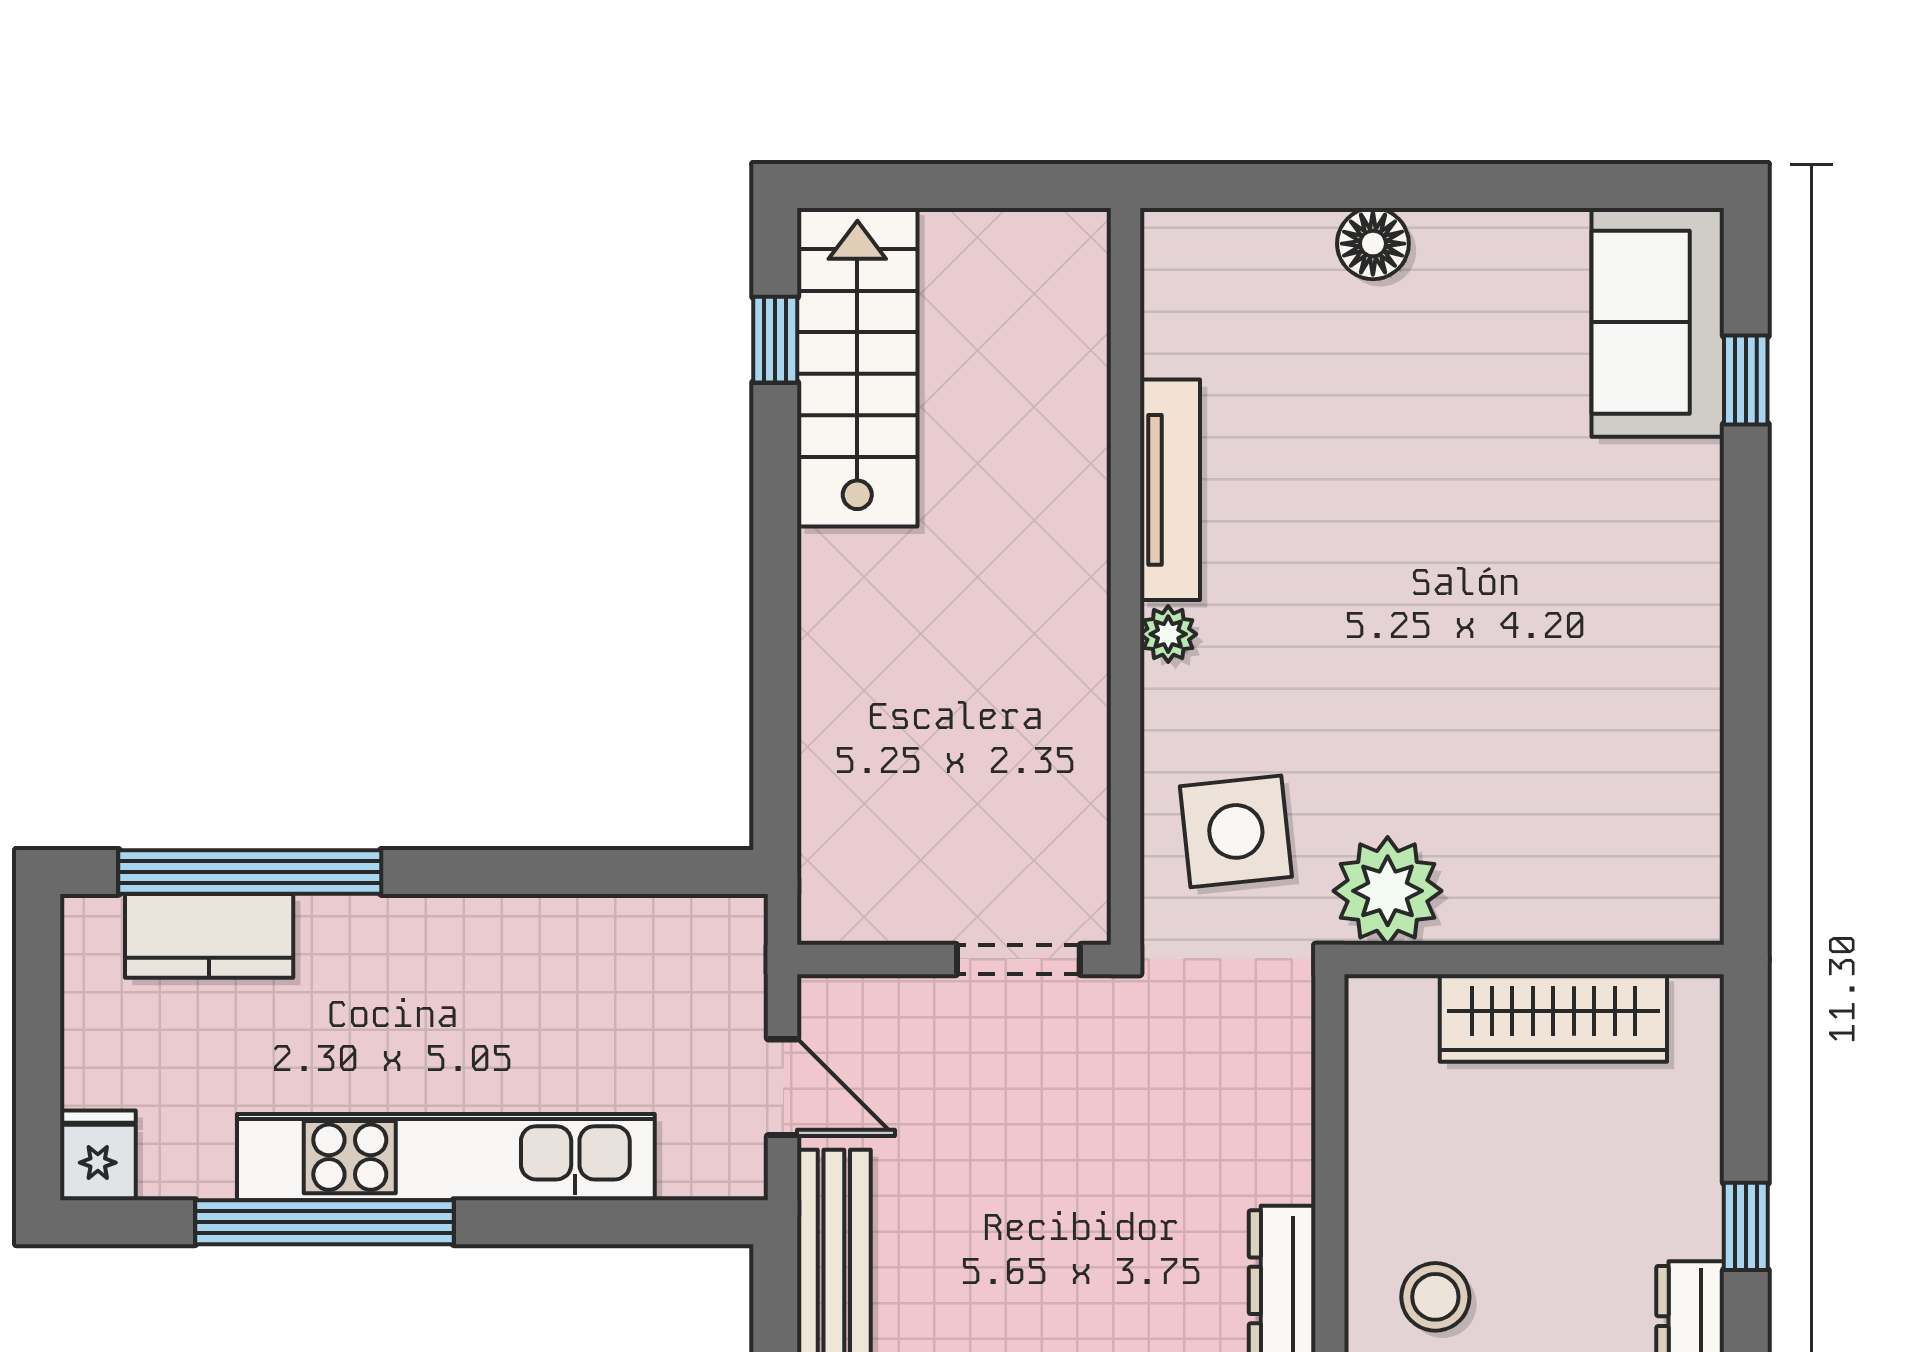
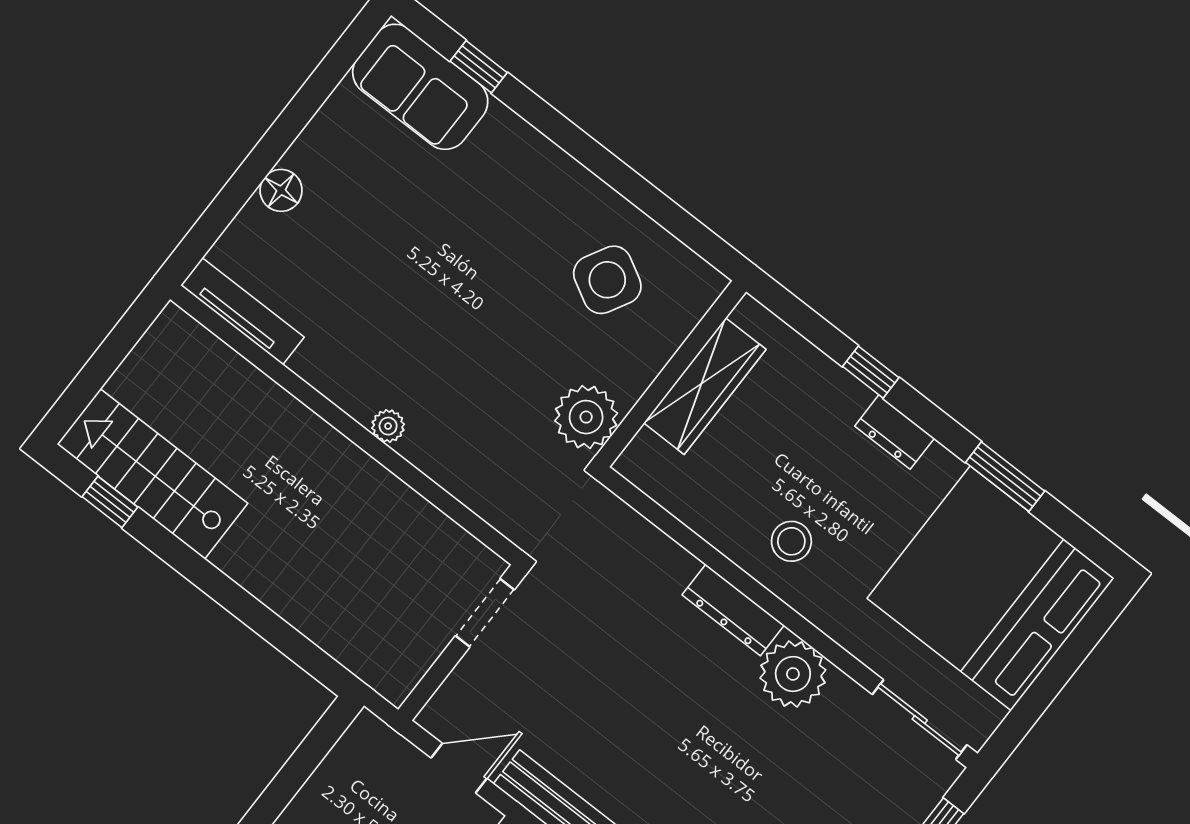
tv unit: (1170, 490) -> (242, 311), moved
side table: (1236, 831) -> (607, 280), moved, turned 35

